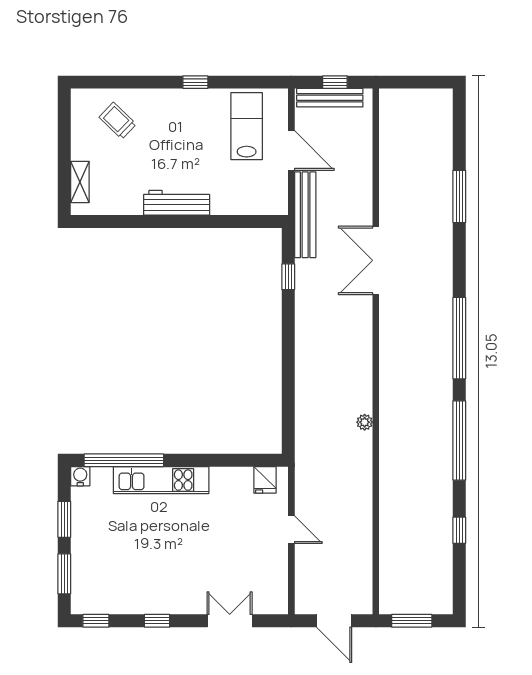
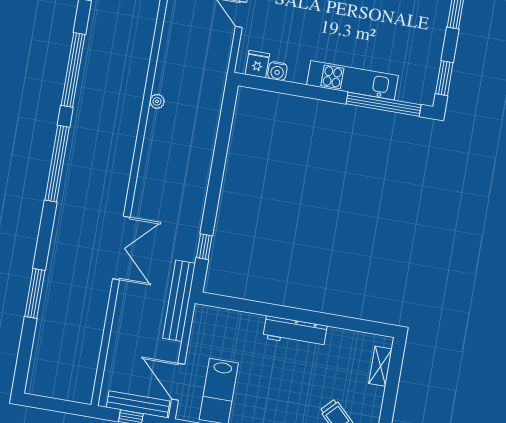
door: (291, 151) -> (178, 382), moved
water cooler: (80, 476) -> (277, 71), moved
window: (64, 519) -> (444, 78), moved

